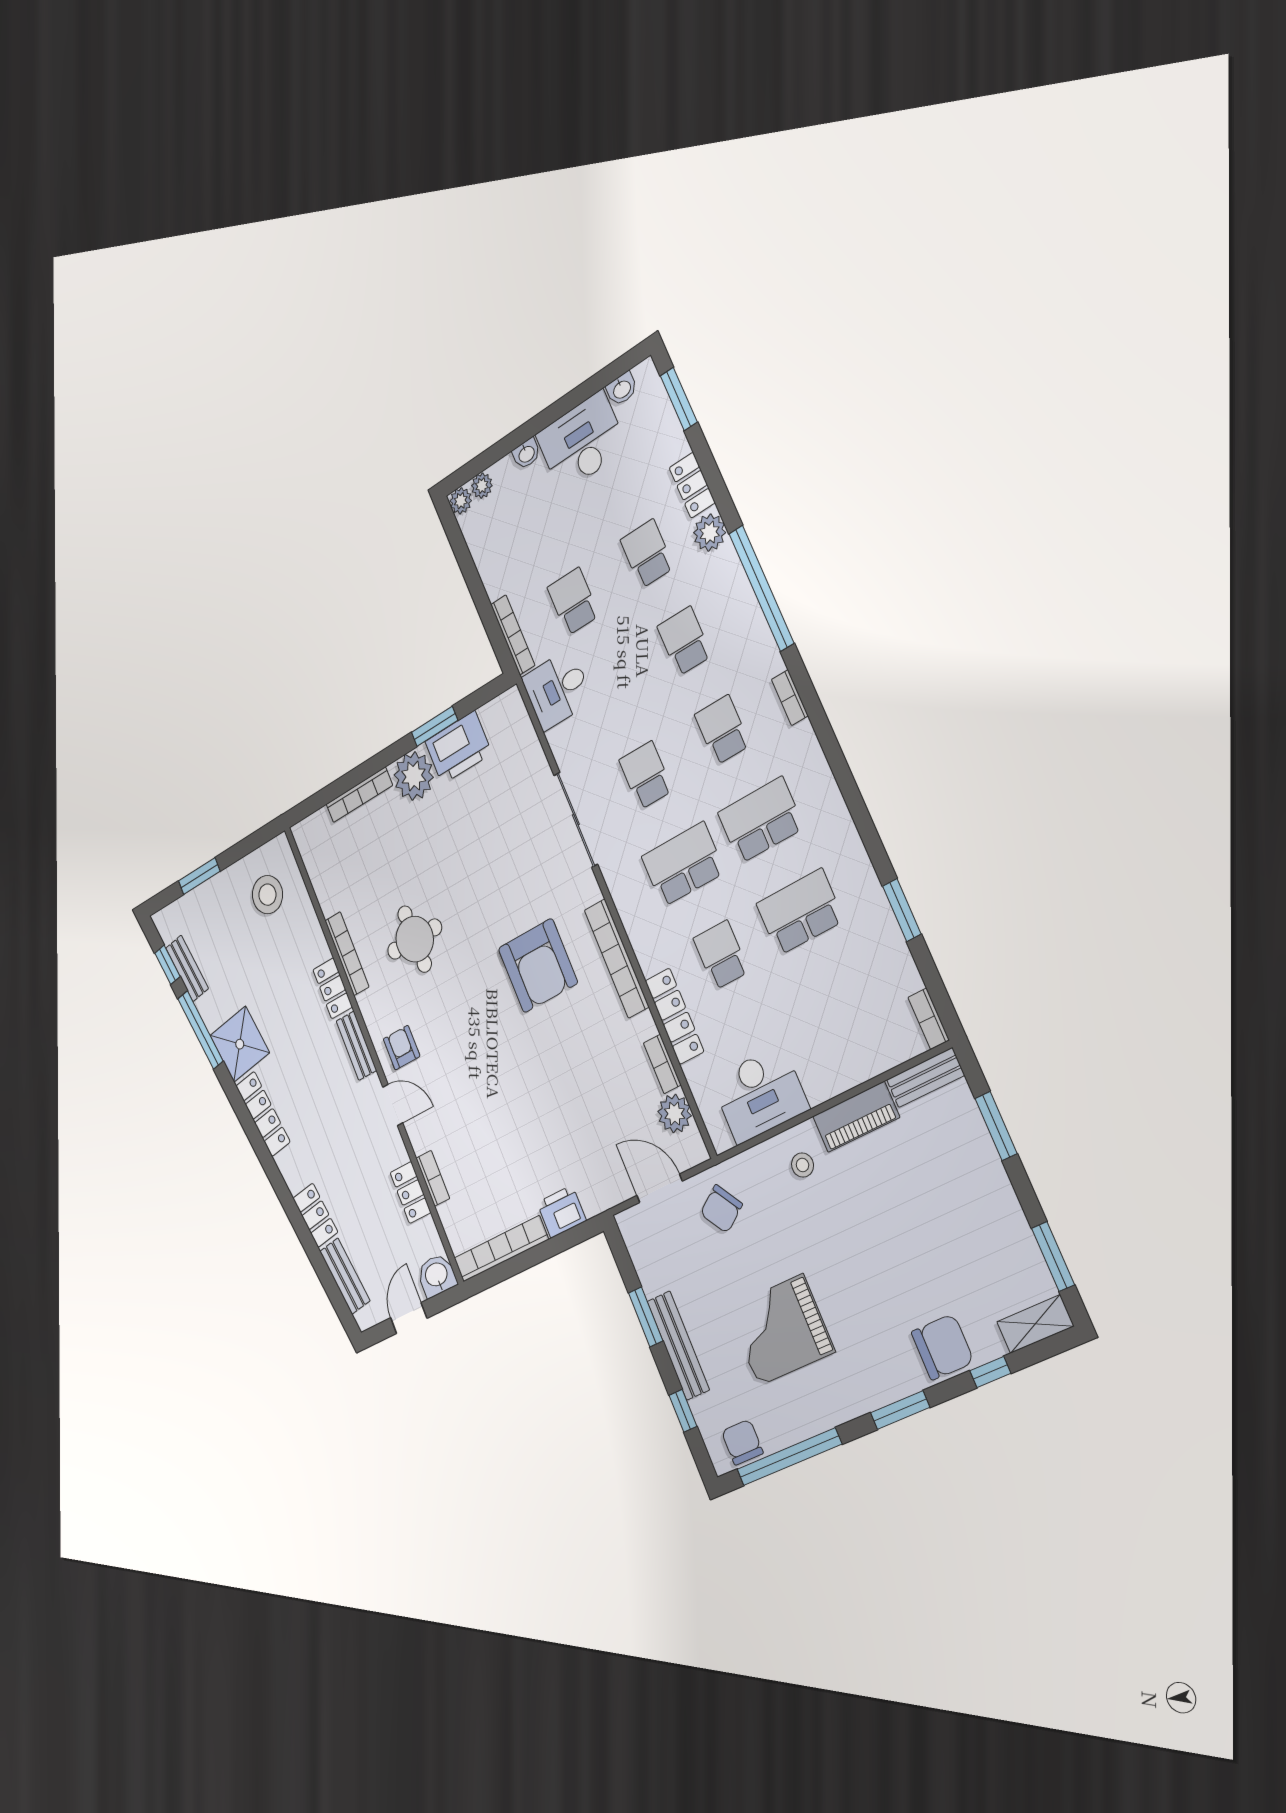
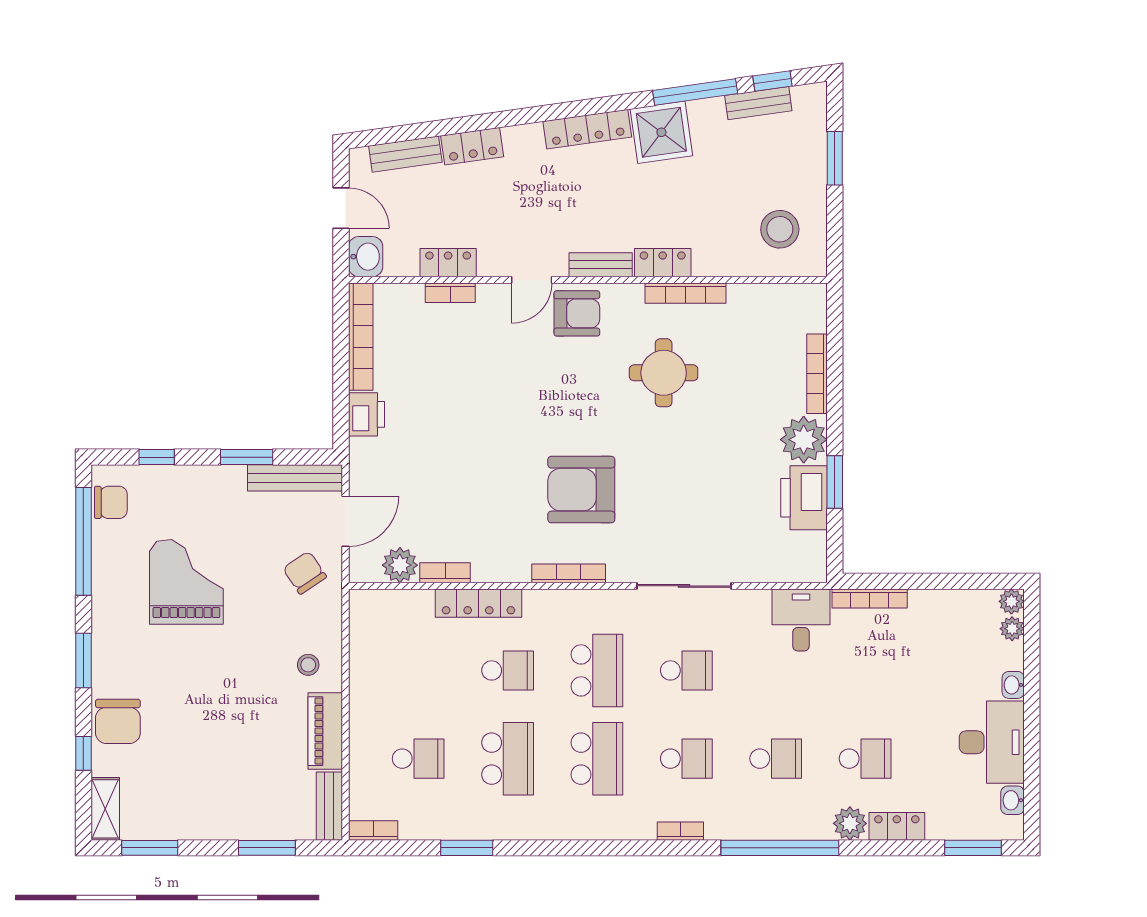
school desk: (573, 601) -> (418, 759), moved
bookcase: (617, 958) -> (569, 573), width x0.68, depth x0.76
armchair: (402, 1048) -> (577, 313), width x1.38, depth x1.38
desk: (760, 1094) -> (381, 653), removed
bench: (678, 1345) -> (295, 478), moved

